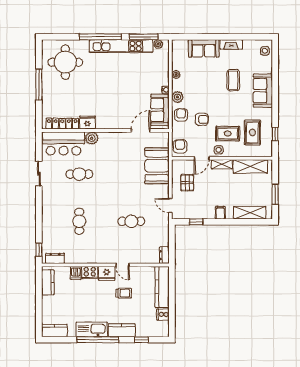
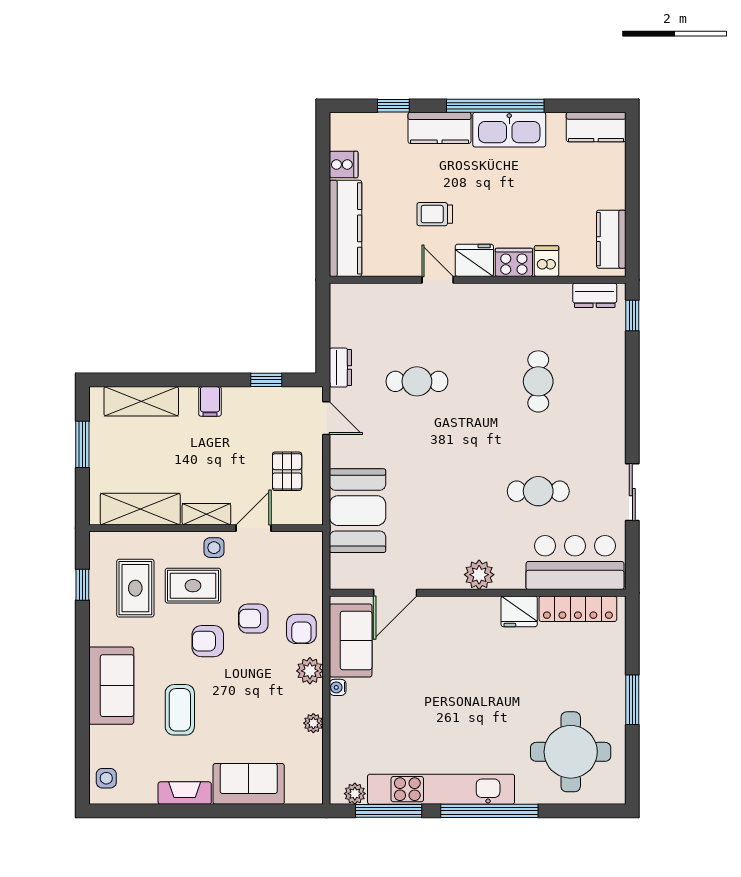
window: (39, 85) -> (632, 700), width x0.69
plant: (92, 138) -> (479, 575), moved
armchair: (180, 146) -> (208, 641), moved, turned 90
dresser: (164, 255) -> (340, 368), moved

